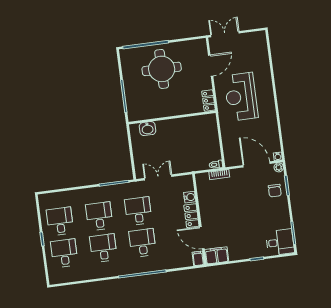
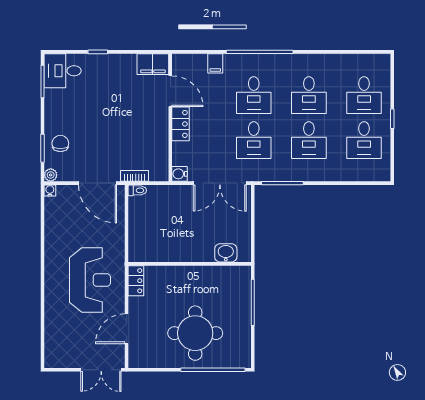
door: (256, 164) -> (98, 183), moved
double door: (158, 177) -> (220, 183), width x1.37
water cooler: (190, 197) -> (180, 174), moved
filing cabinet: (198, 258) -> (215, 63), moved

